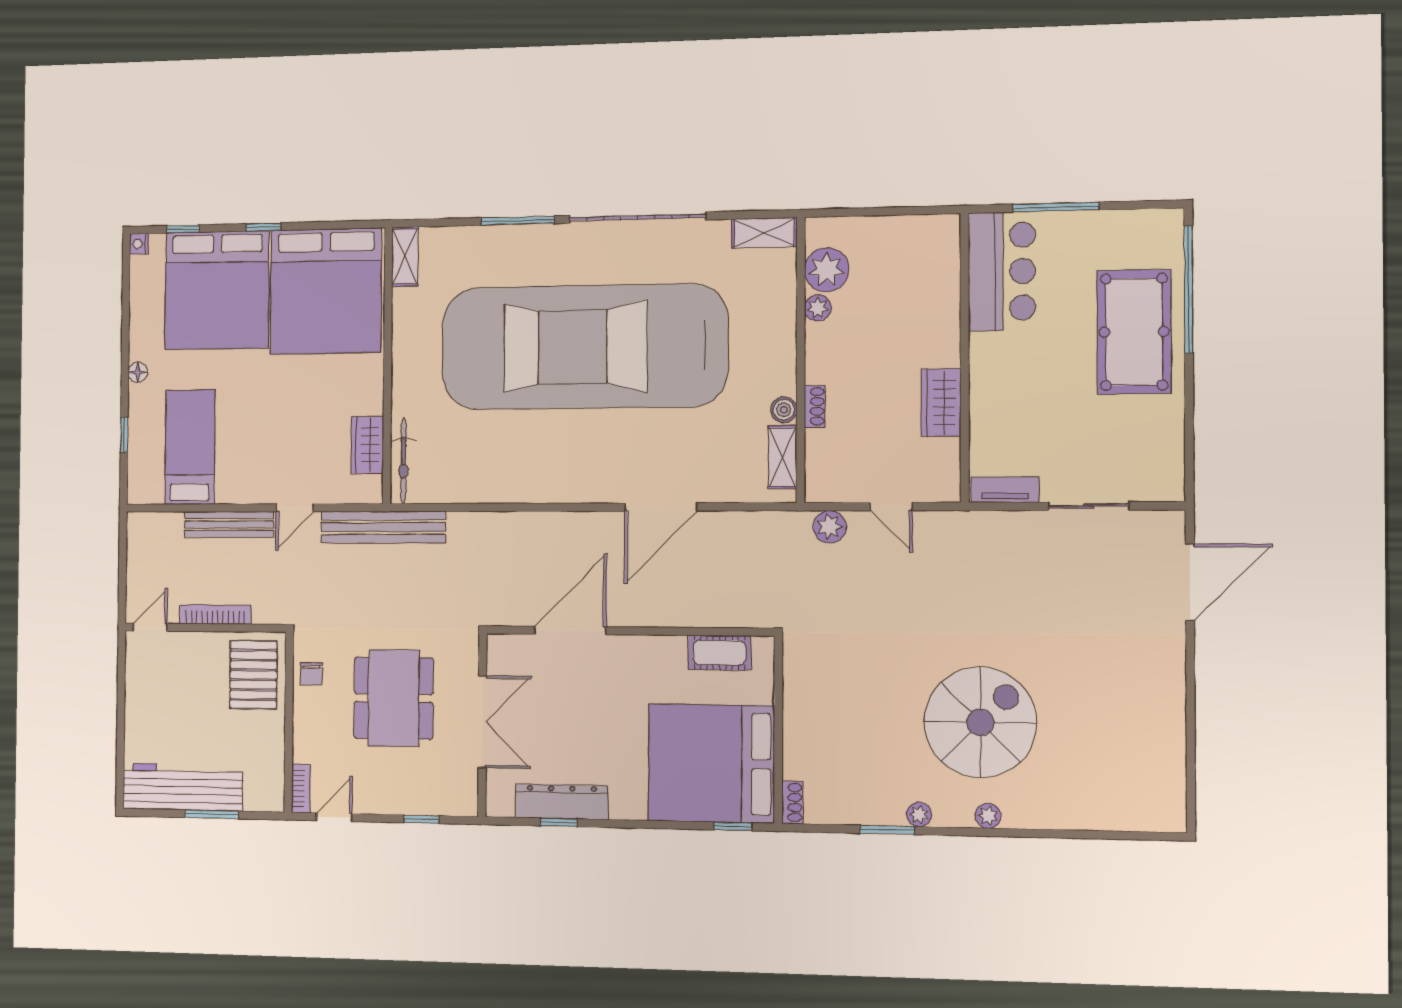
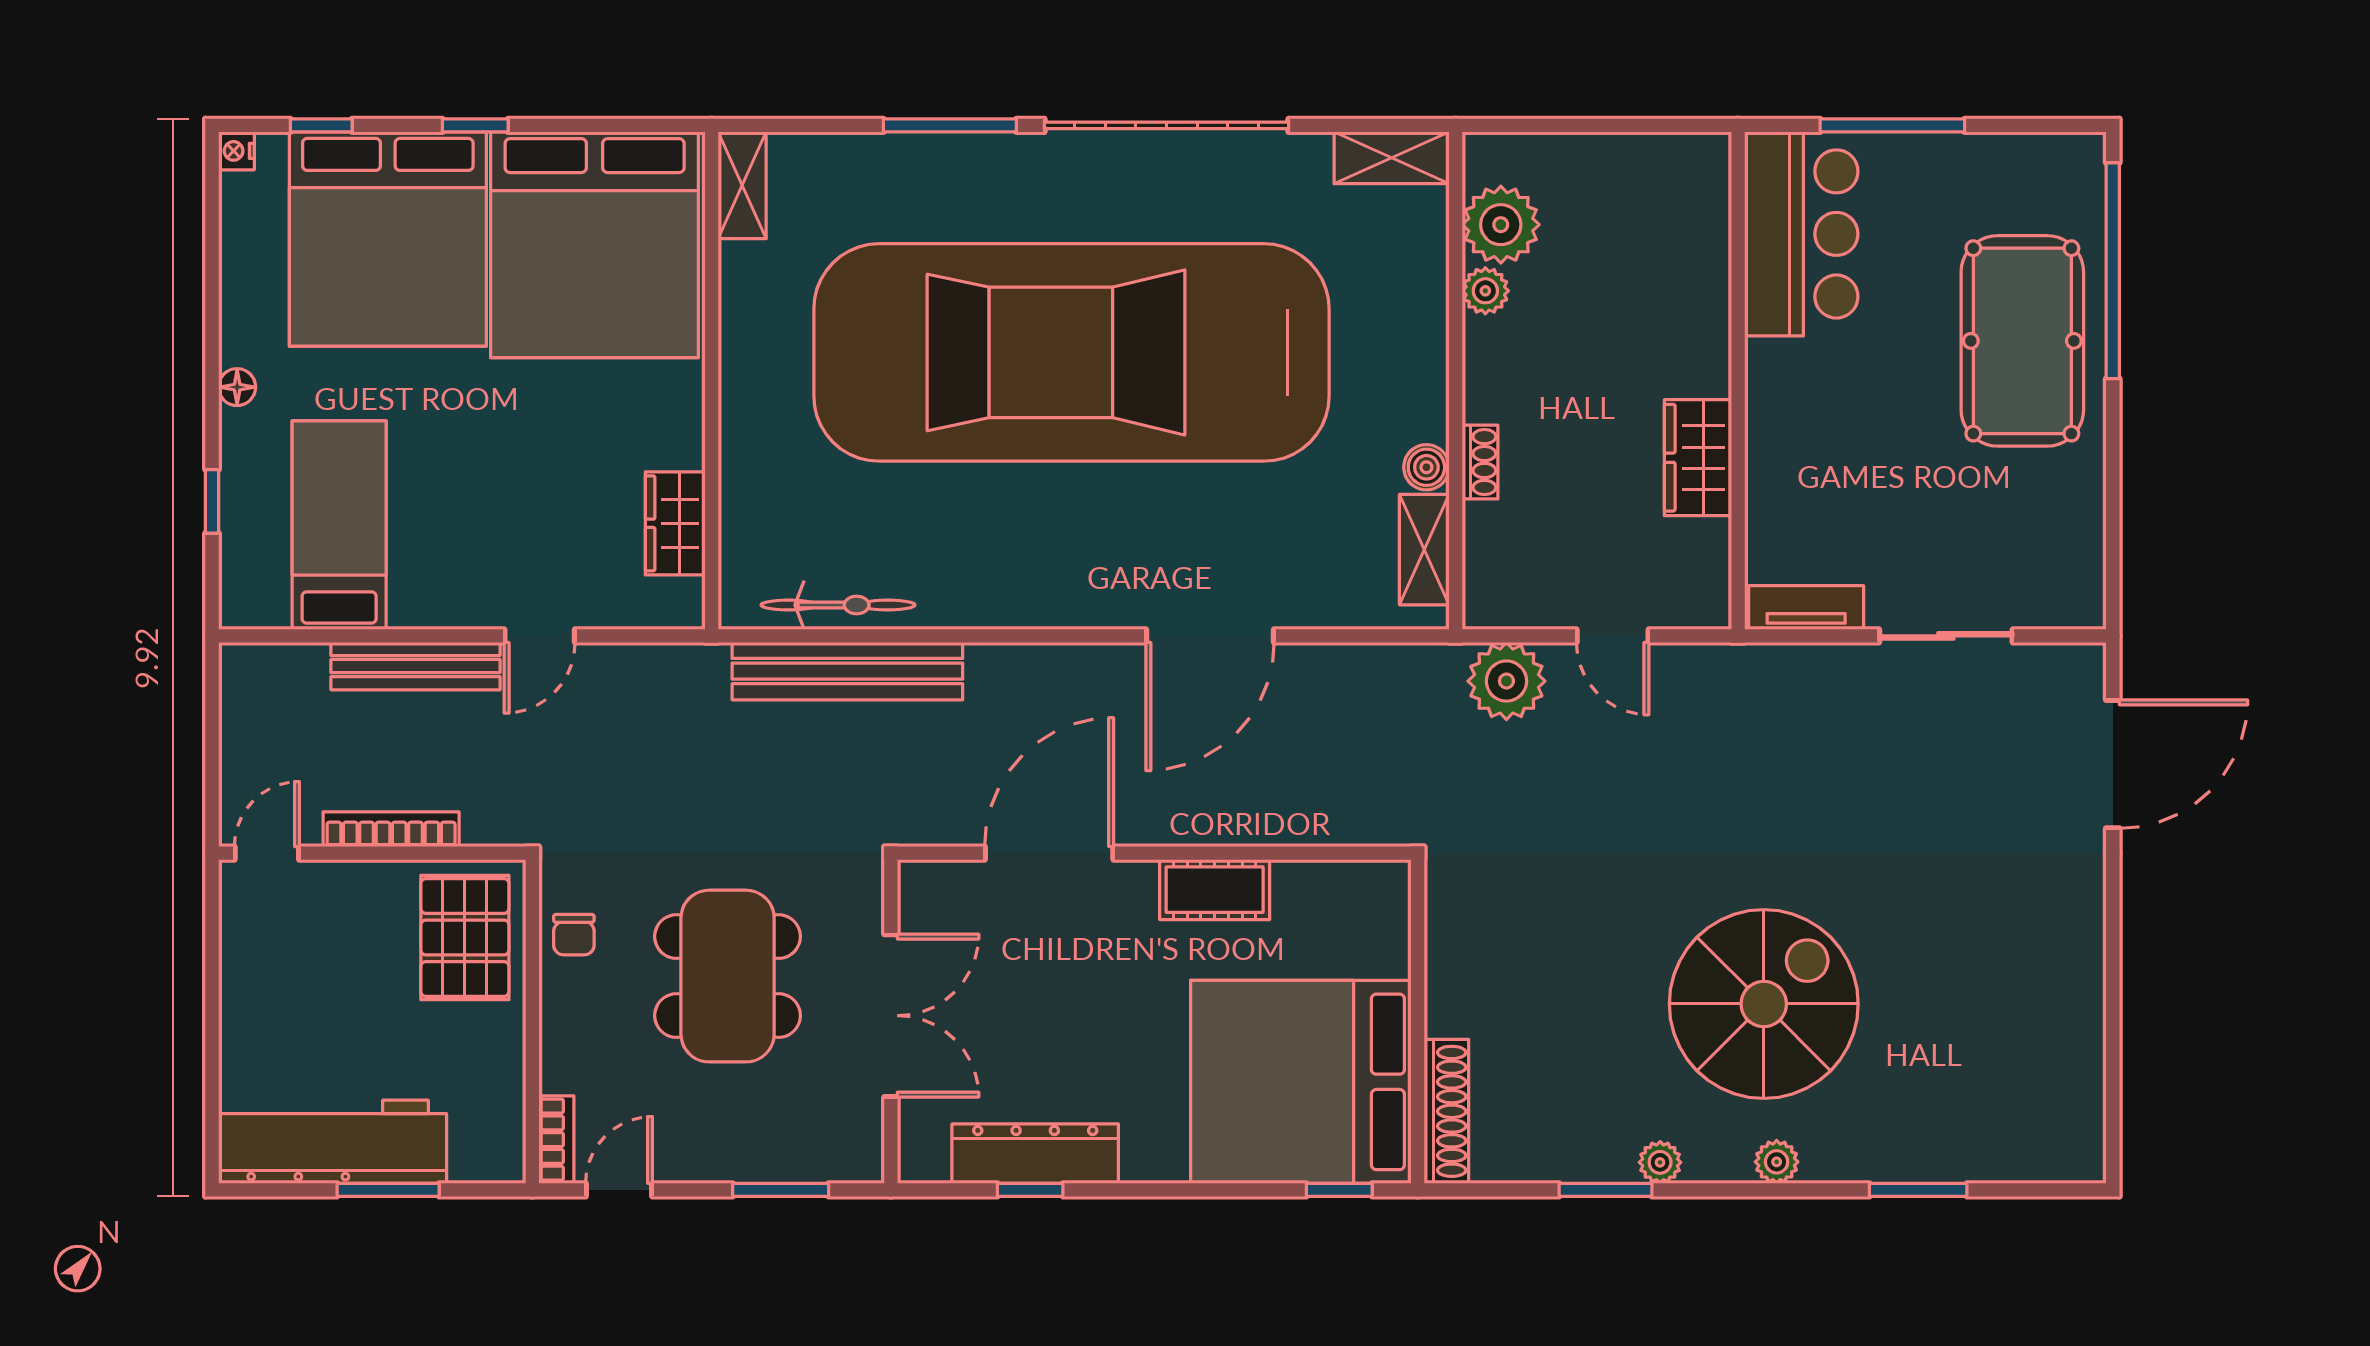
bicycle: (404, 461) -> (838, 605), moved, turned -90
bench: (383, 527) -> (847, 671), moved
plant: (830, 527) -> (1506, 681), width x1.36, depth x1.36
cot: (719, 653) -> (1215, 890), moved
shoe rack: (792, 802) -> (1446, 1111), width x1.94, depth x1.24
window: (421, 819) -> (781, 1190), width x1.50
window: (1073, 834) -> (1918, 1190), added

